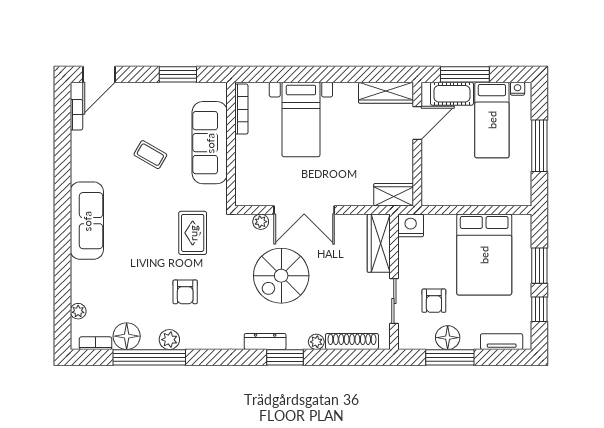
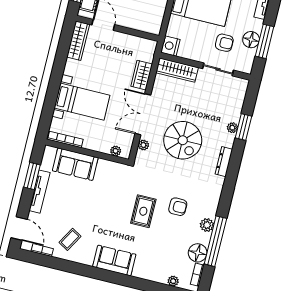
tv unit: (158, 90) -> (39, 192), added
sofa: (210, 143) -> (75, 164), width x0.73
coffee table: (150, 155) -> (70, 239), moved
plant: (243, 184) -> (116, 151), added
wardrobe: (394, 195) -> (142, 75), moved
double door: (304, 210) -> (143, 114), swing flipped
sofa: (87, 221) -> (114, 261), width x0.73
rug: (193, 233) -> (143, 211), moved, turned 90
shoe rack: (352, 341) -> (238, 104), removed
window: (285, 357) -> (244, 127), moved

